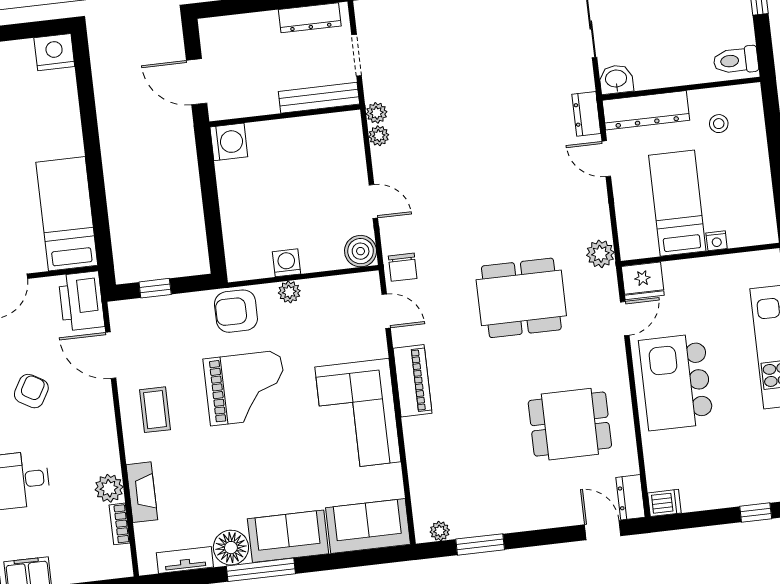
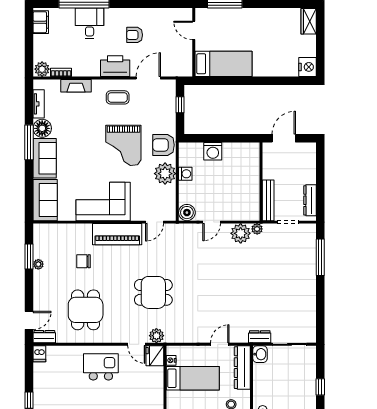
dresser: (586, 114) -> (260, 337), moved
plant: (379, 136) -> (241, 233), width x1.88, depth x1.88
washing machine: (229, 142) -> (213, 151), moved
nightstand: (717, 241) -> (171, 360), moved
plant: (600, 254) -> (156, 336), moved
chair: (403, 267) -> (83, 261), moved
plant: (289, 292) -> (165, 174), width x1.88, depth x1.88
dining table: (521, 298) -> (153, 292), width x0.73
printer: (81, 301) -> (115, 66), moved
armchair: (236, 311) -> (163, 145), turned -90
piano: (412, 381) -> (117, 234), width x1.37, depth x1.33
kitchen island: (676, 382) -> (101, 367), width x0.73, depth x0.78
armchair: (31, 391) -> (135, 35), turned 150
plant: (109, 488) -> (42, 69), moved
plant: (440, 531) -> (38, 264), moved

